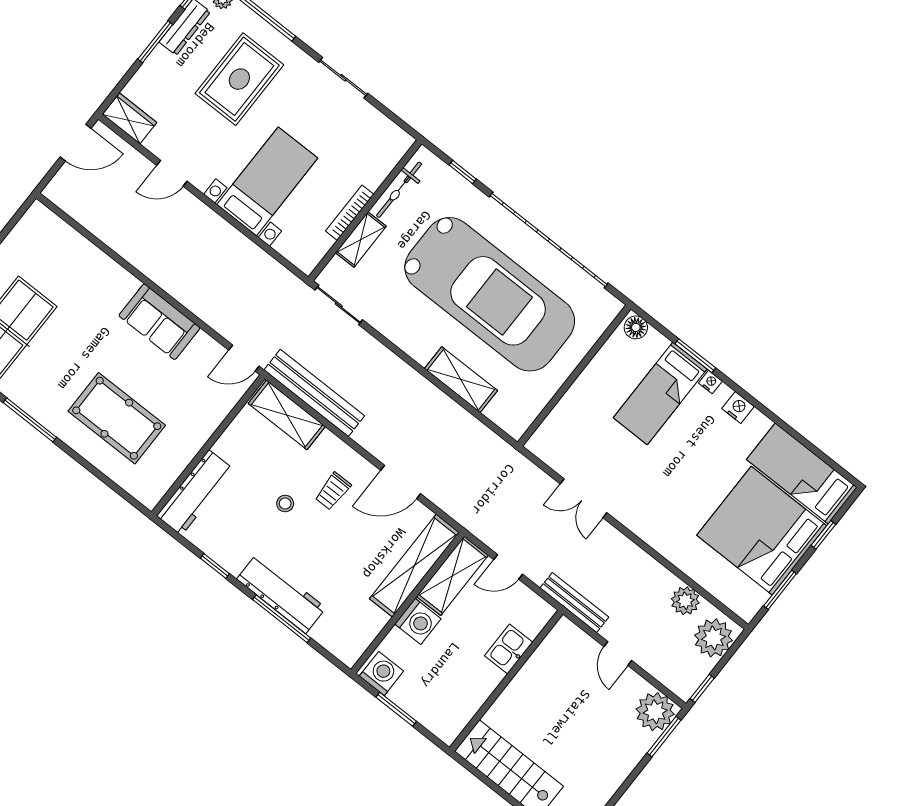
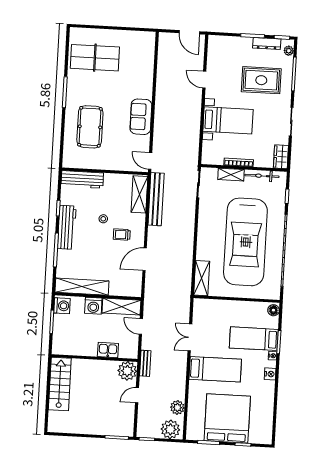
wardrobe: (130, 118) -> (281, 157), moved, turned 180
shelving: (461, 380) -> (202, 278), moved
bed: (802, 474) -> (215, 369), moved, turned 90
door: (401, 482) -> (145, 259), hinge flipped
shelving: (414, 566) -> (82, 287), moved
workbench: (281, 593) -> (67, 227), moved
bench: (574, 603) -> (145, 363), width x0.73
plant: (655, 712) -> (127, 371), moved

